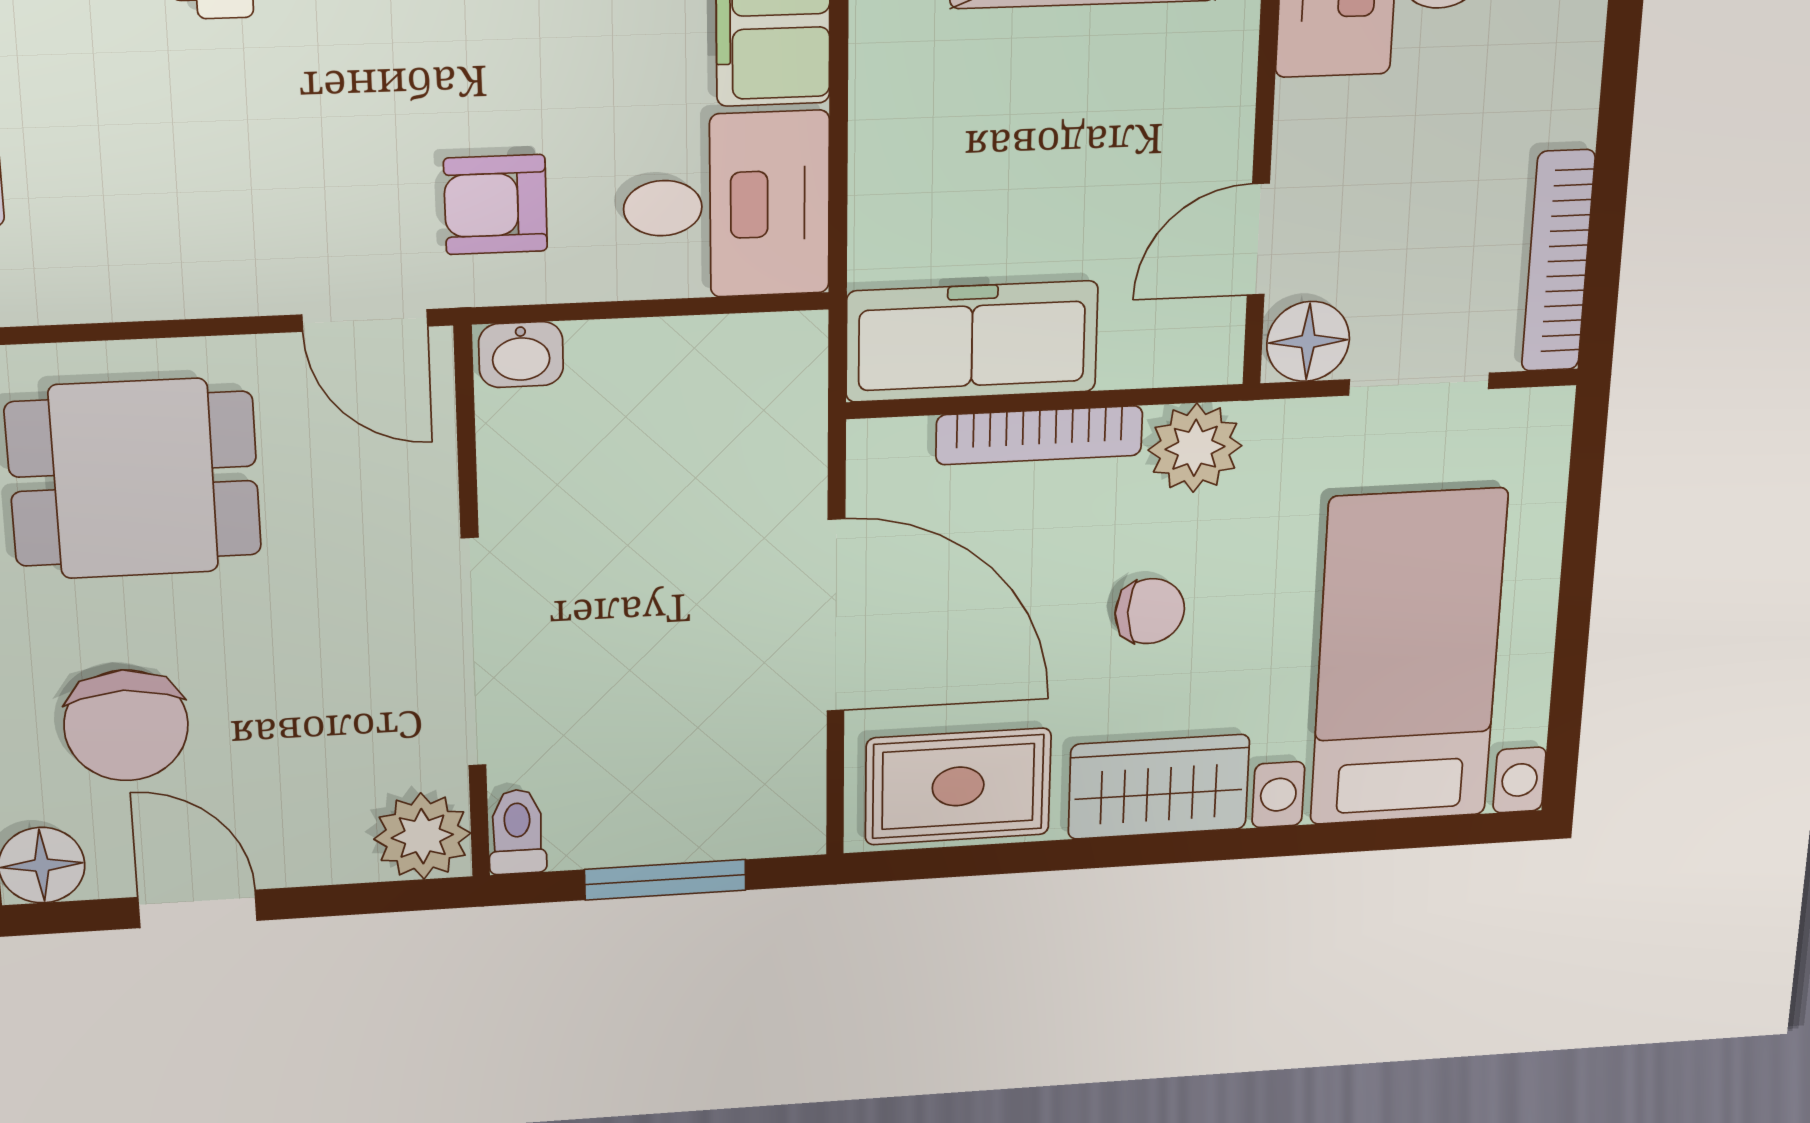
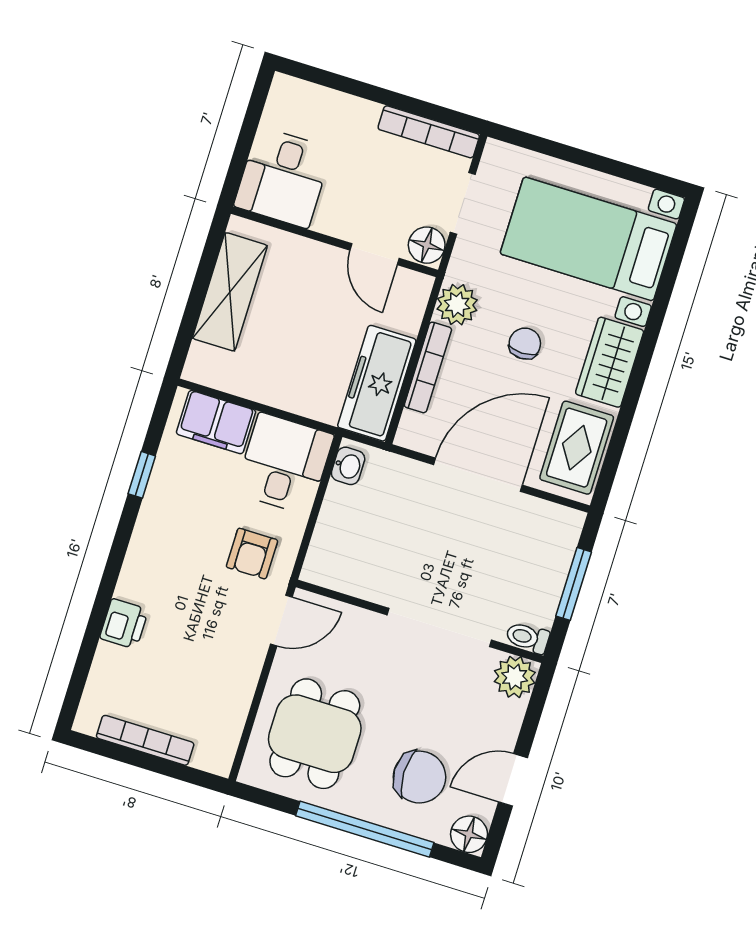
washbasin: (521, 355) -> (348, 466), moved

